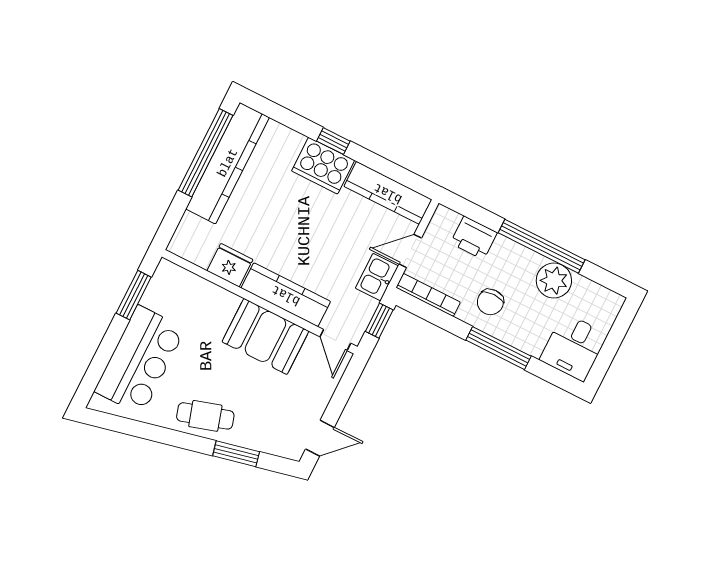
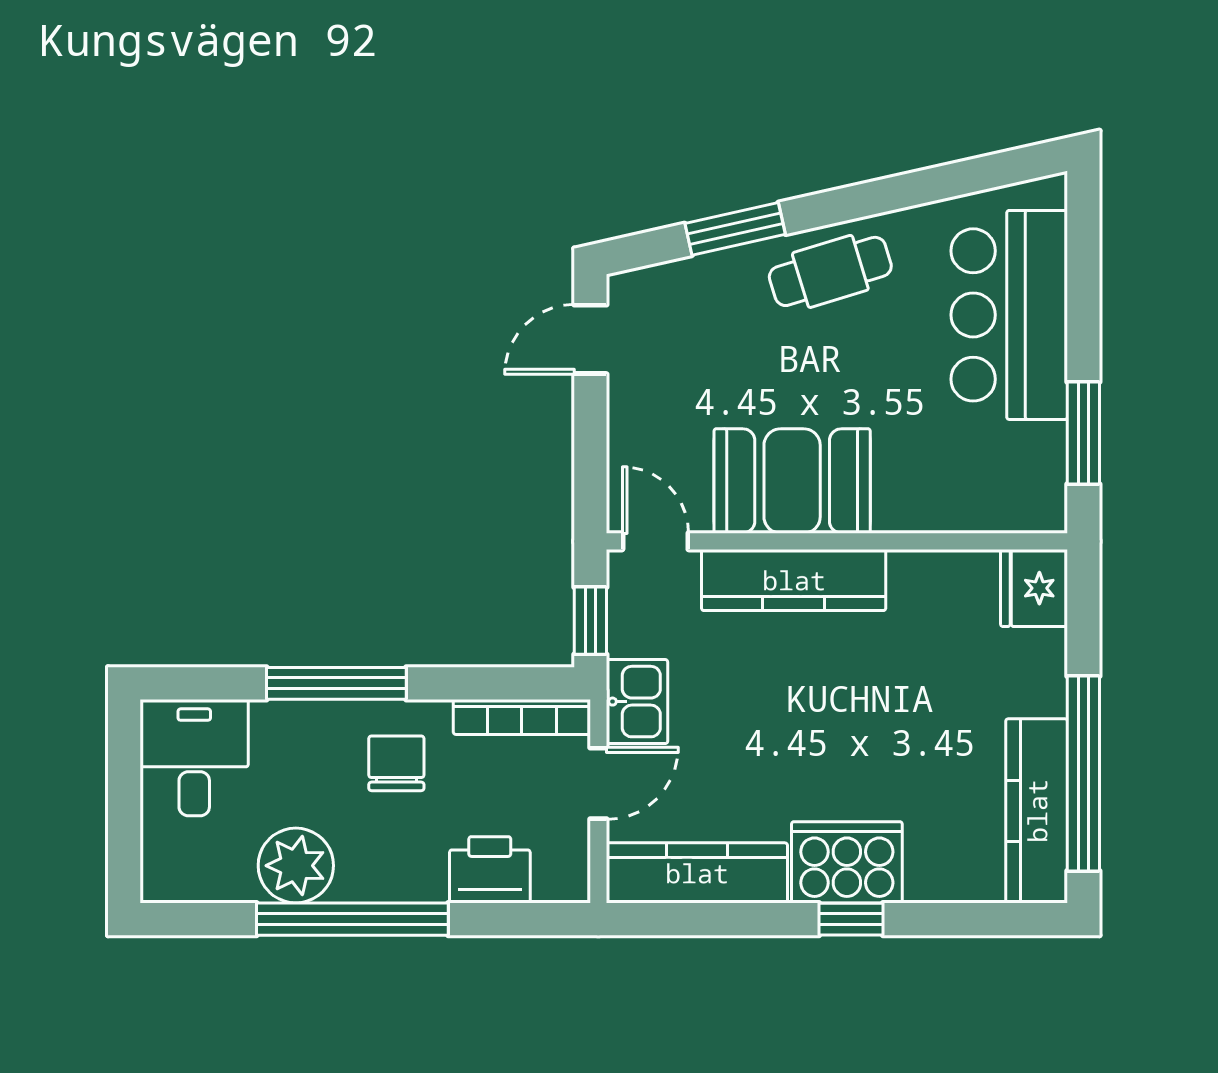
kitchen counter: (228, 163) -> (1037, 811), width x0.72, depth x0.86
fridge: (230, 265) -> (1034, 588), moved, turned 90

